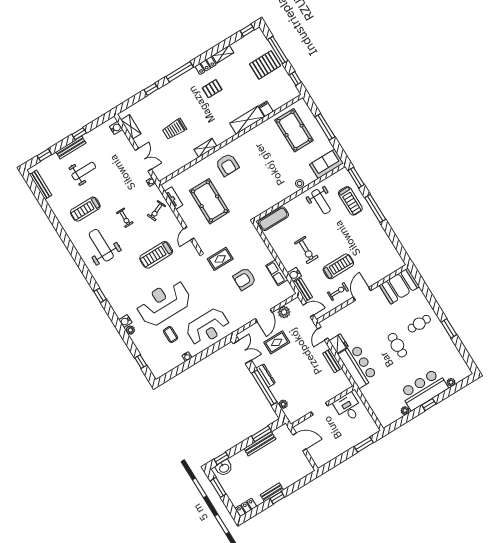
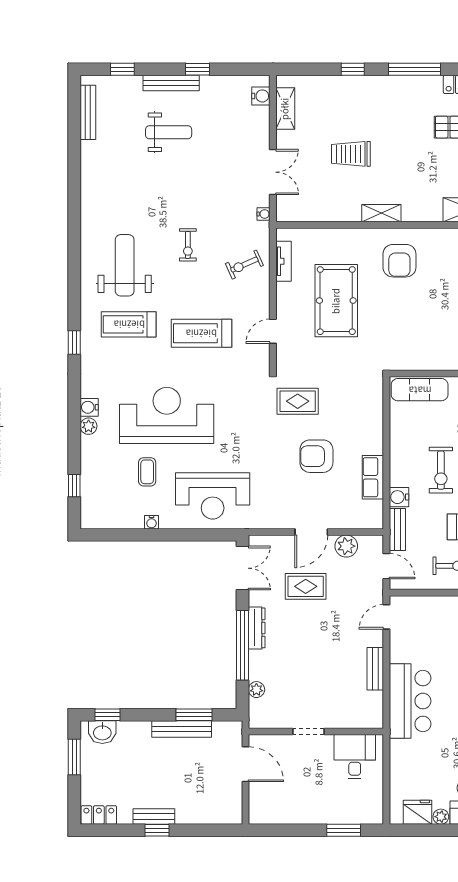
treadmill: (85, 209) -> (129, 324), moved
fridge: (339, 344) -> (417, 812), moved, turned -90

